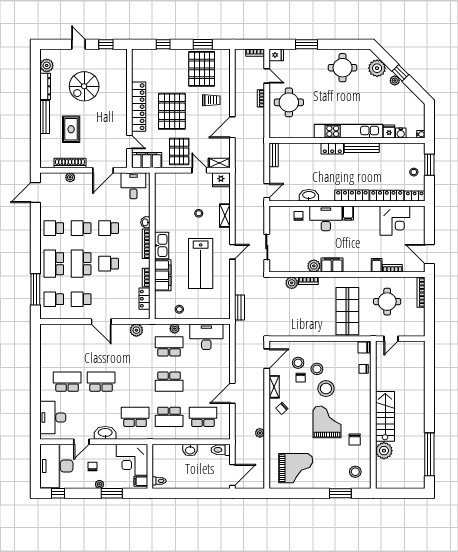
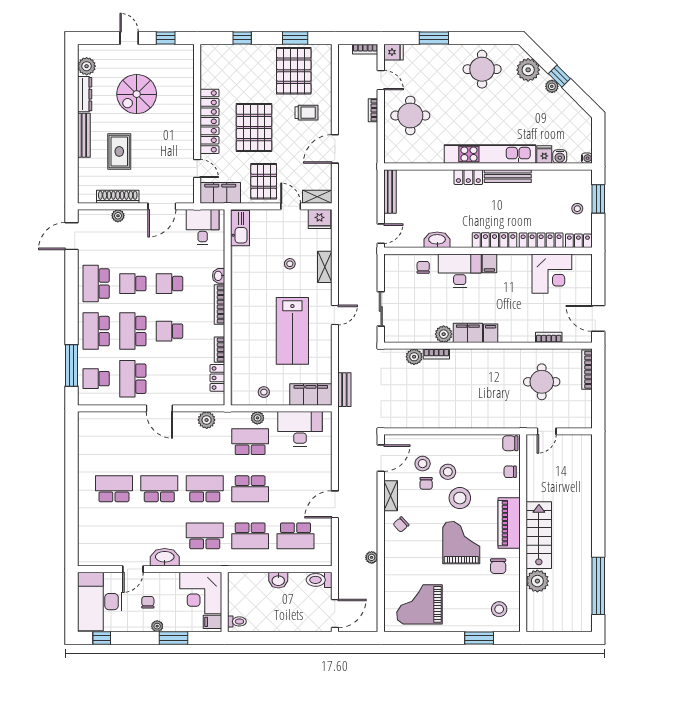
bench: (274, 155) -> (390, 191), width x1.36
school desk: (54, 228) -> (96, 284), width x1.85
kitchen sink: (162, 245) -> (240, 228), moved
filing cabinet: (377, 265) -> (491, 333), moved
filing cabinet: (163, 275) -> (311, 394), moved, turned -90
school desk: (81, 299) -> (133, 379), width x1.85
shop shelf: (347, 311) -> (488, 395), removed
school desk: (135, 382) -> (205, 489), added
piano: (363, 407) -> (509, 523), added
desk: (53, 417) -> (95, 537), removed
school desk: (203, 417) -> (296, 536), turned 180
grand piano: (296, 468) -> (419, 604), turned 180

